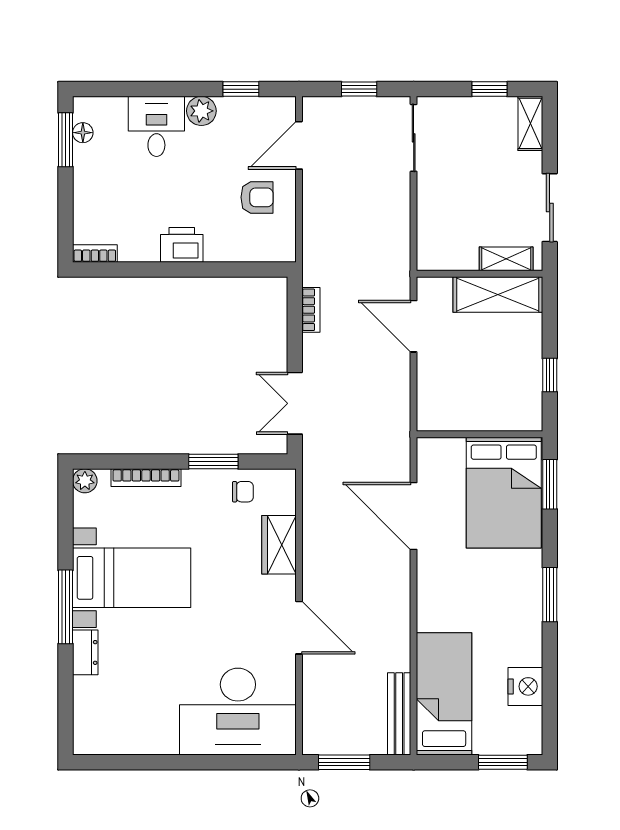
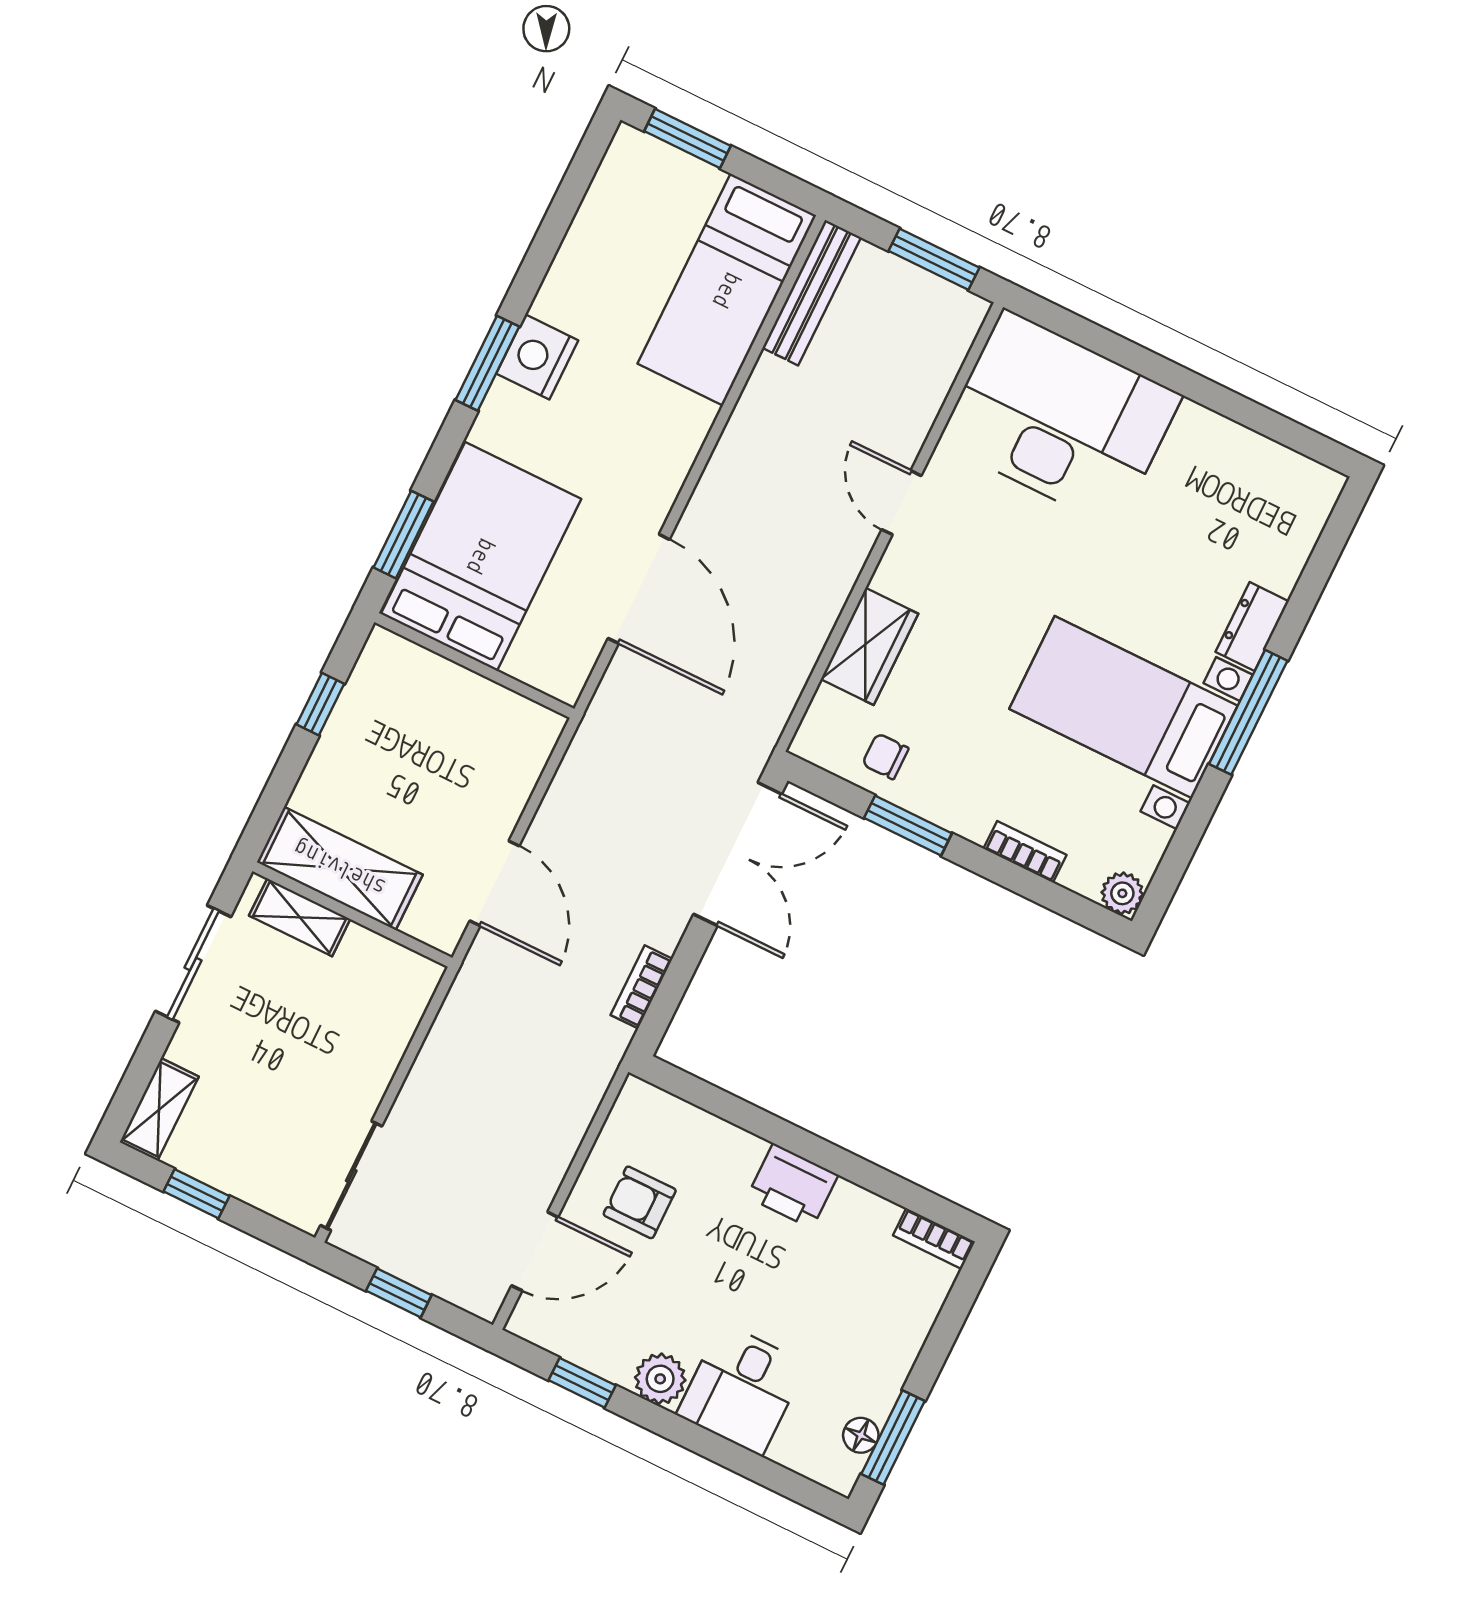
double door: (295, 403) -> (738, 854), width x1.37
bookcase: (146, 478) -> (1025, 852), width x0.64
door: (299, 628) -> (902, 503), width x0.73
nightstand: (525, 686) -> (537, 357), moved

